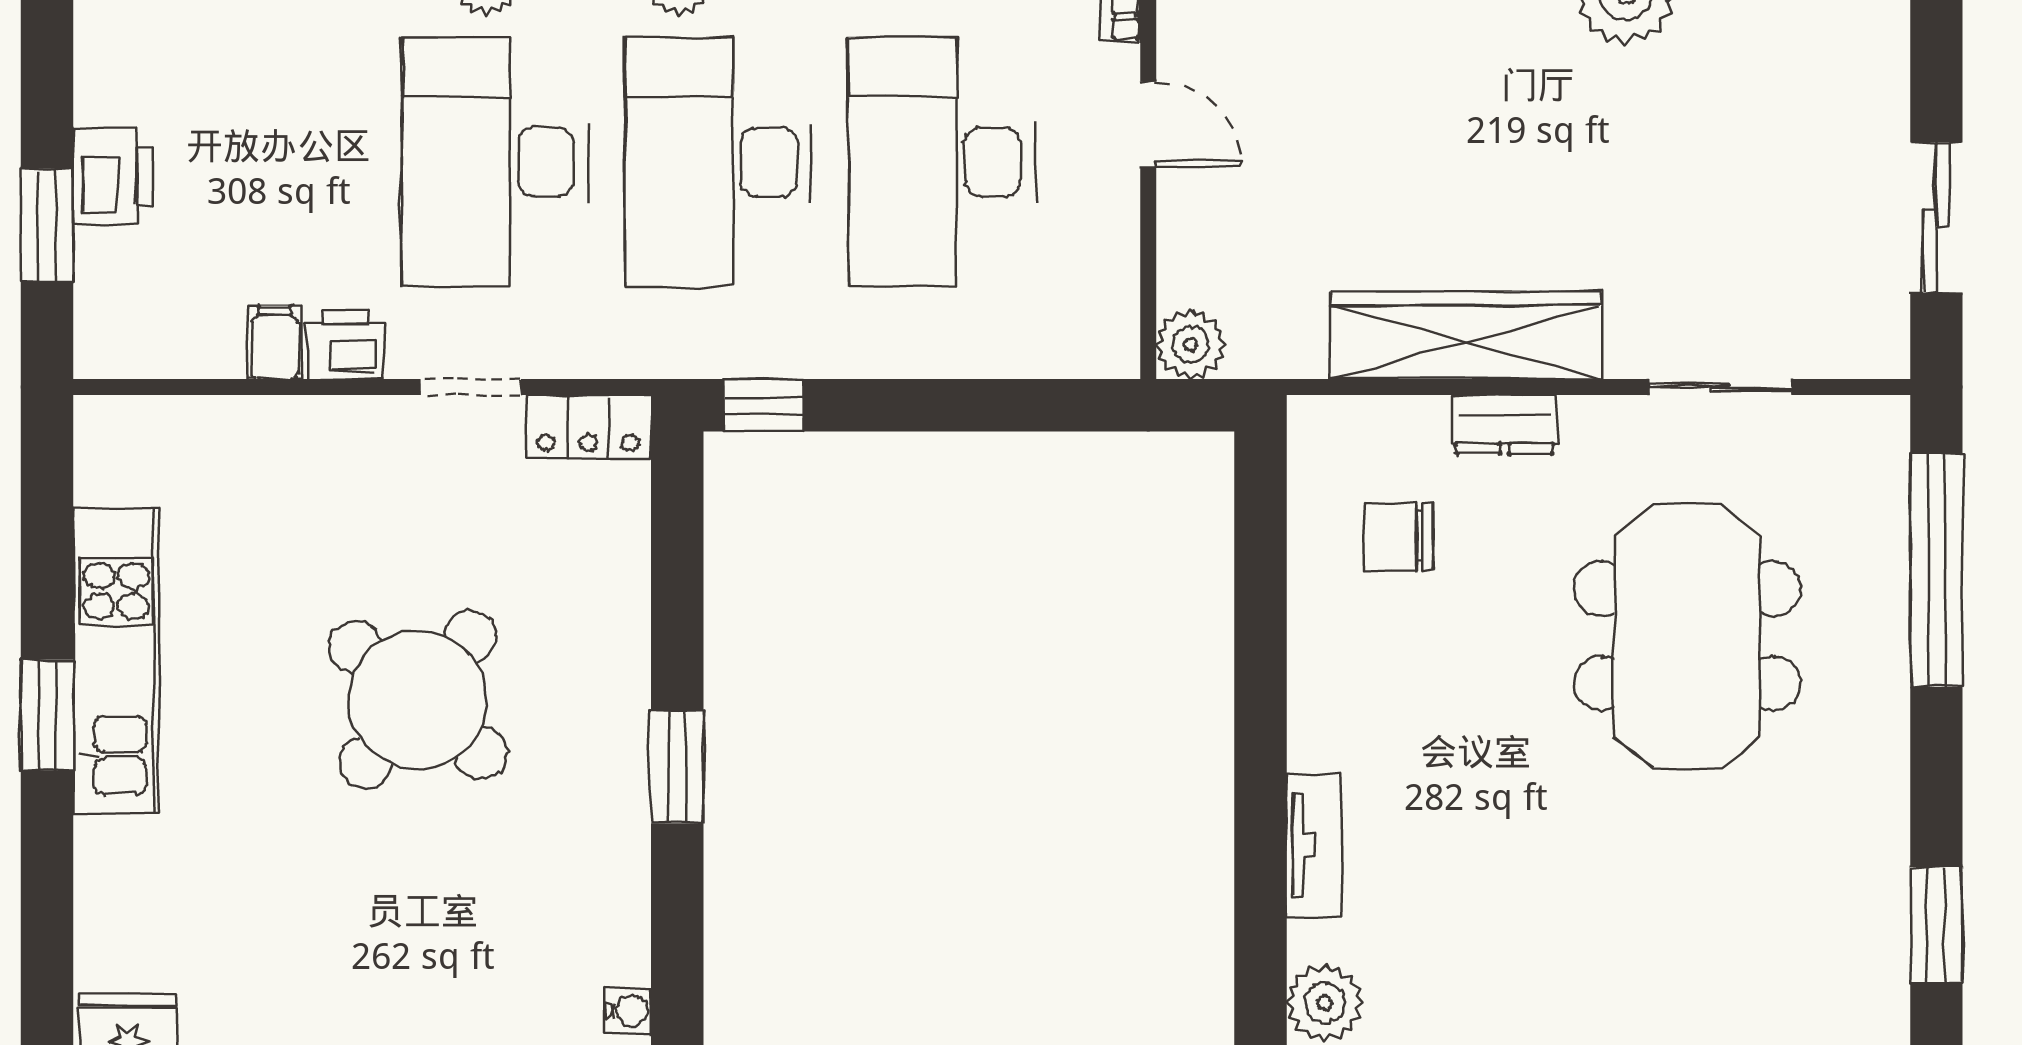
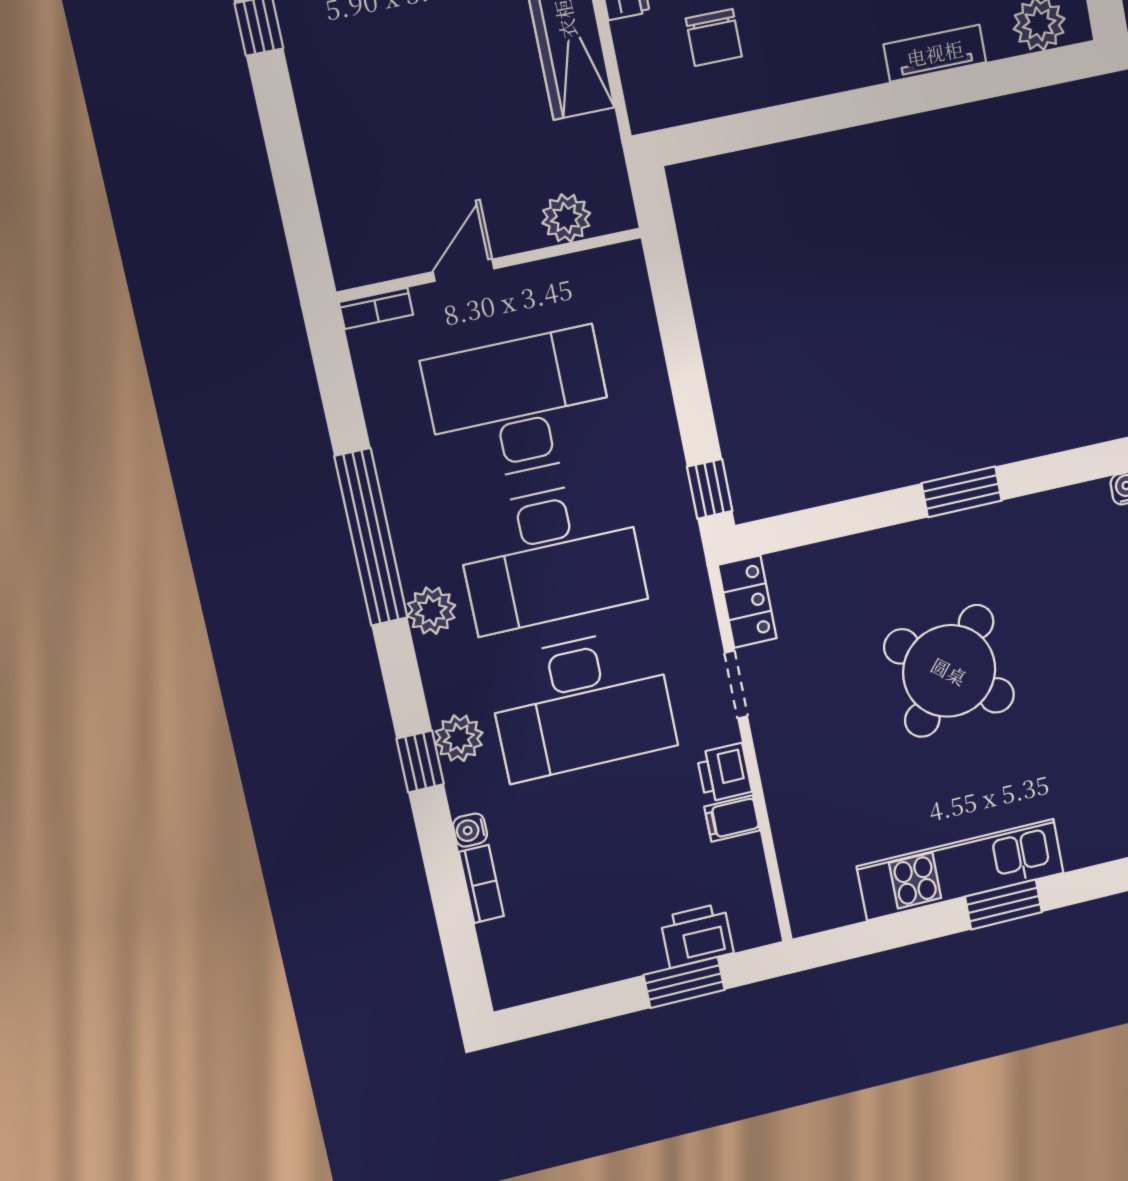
desk: (942, 162) -> (519, 406), turned 180
printer: (113, 176) -> (697, 935), moved
plant: (1191, 344) -> (566, 218), moved

